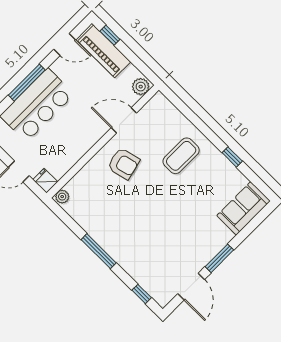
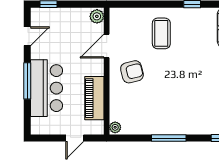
piano: (104, 51) -> (94, 98), moved, turned 90
fridge: (45, 181) -> (96, 128), removed

